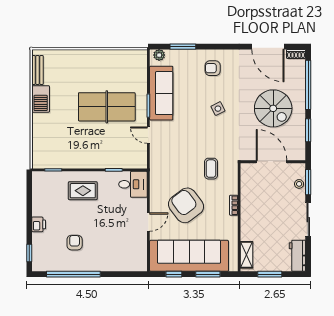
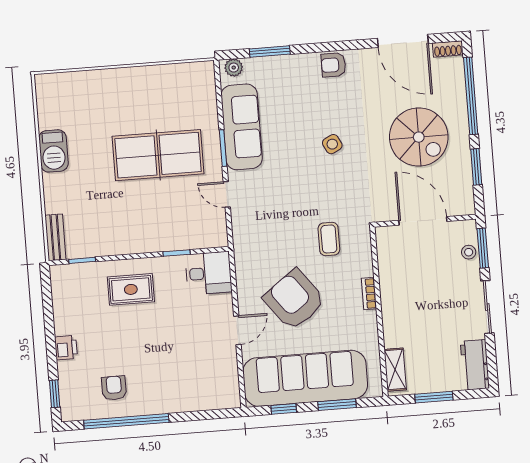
armchair: (213, 68) -> (333, 65), moved
bench: (38, 70) -> (55, 237), moved
armchair: (75, 243) -> (114, 388), moved

